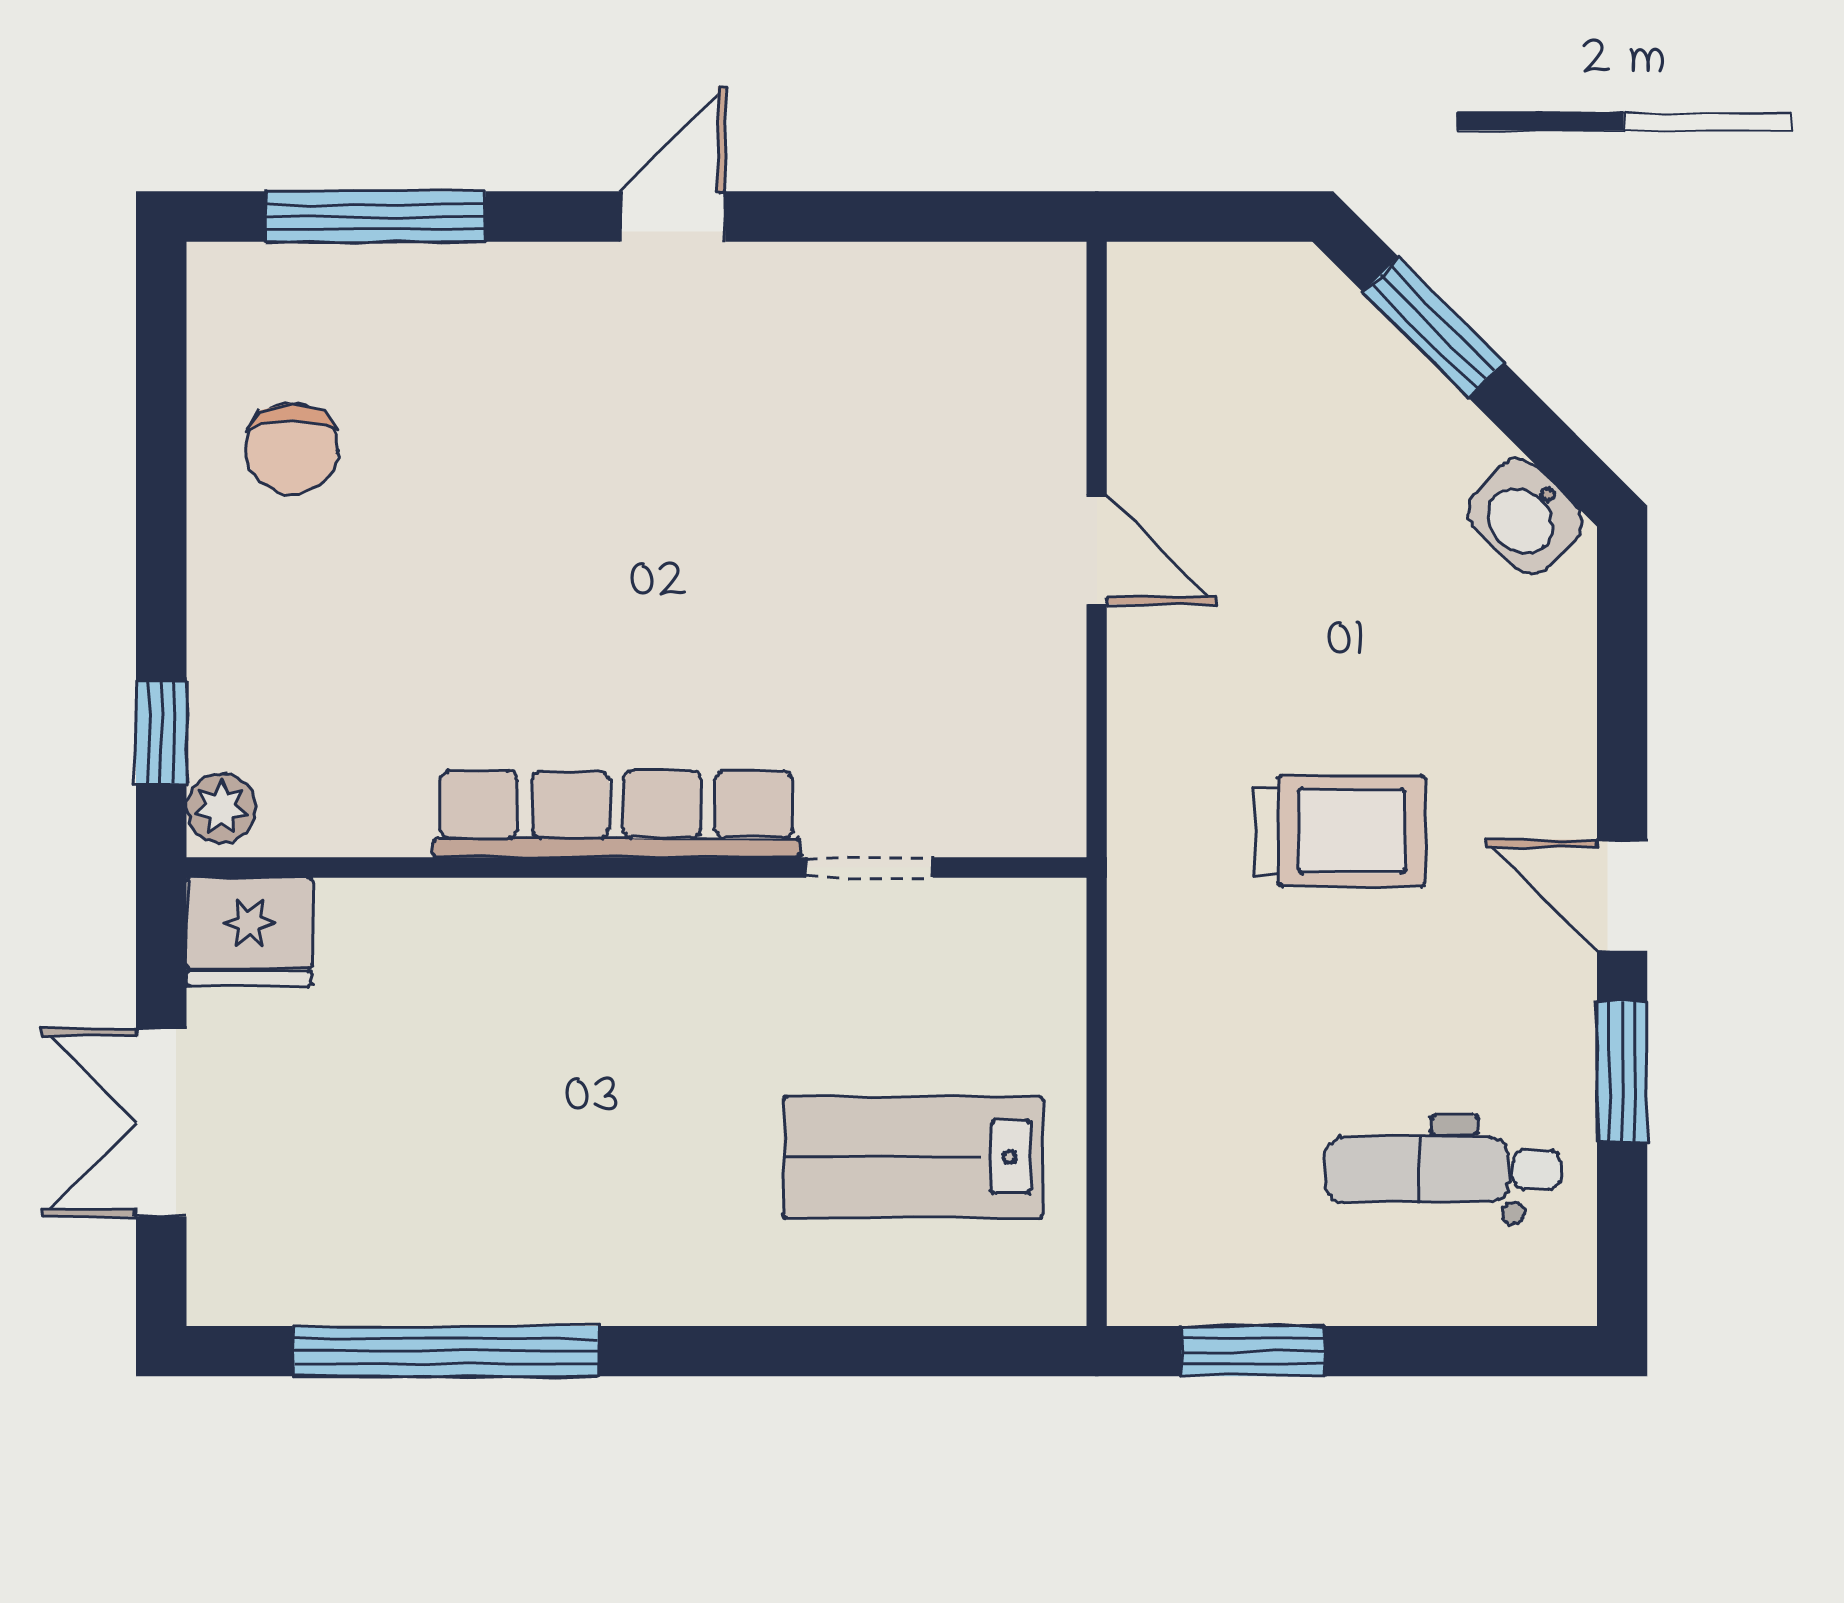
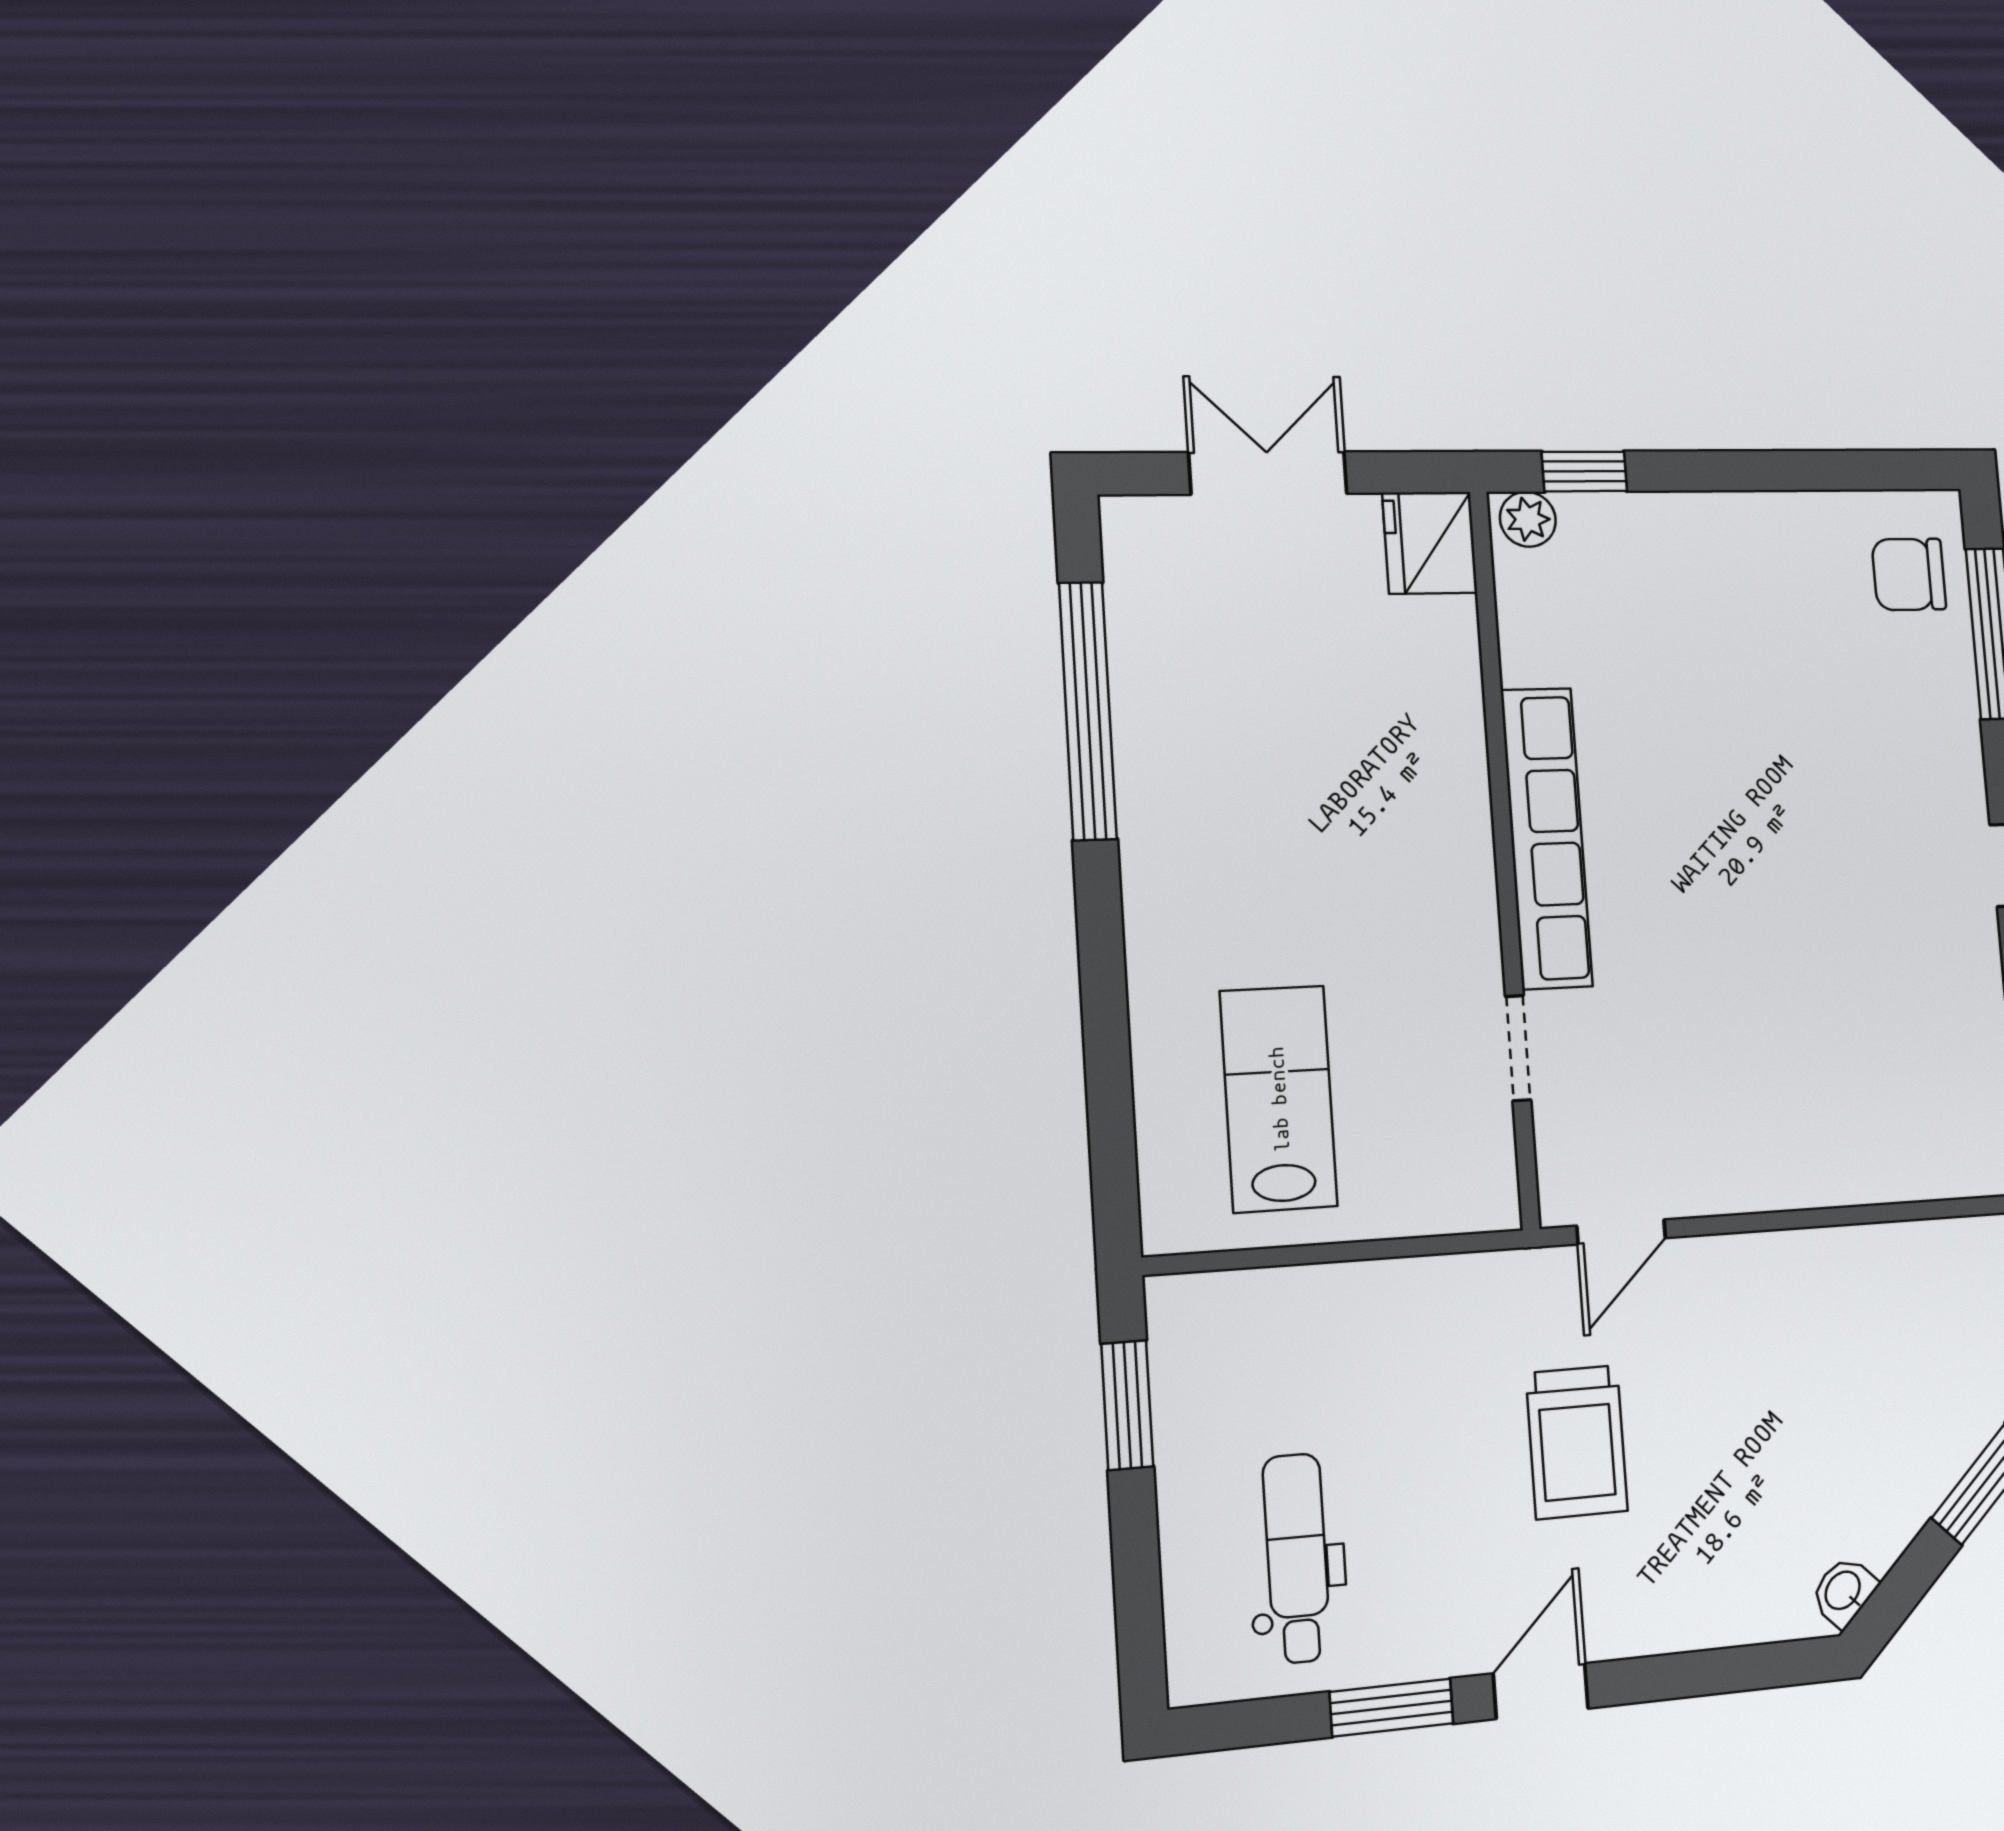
chair: (292, 449) -> (1909, 574), moved
washbasin: (1525, 516) -> (1844, 1591), width x0.72, depth x0.69
door: (1097, 550) -> (1621, 1232), moved

